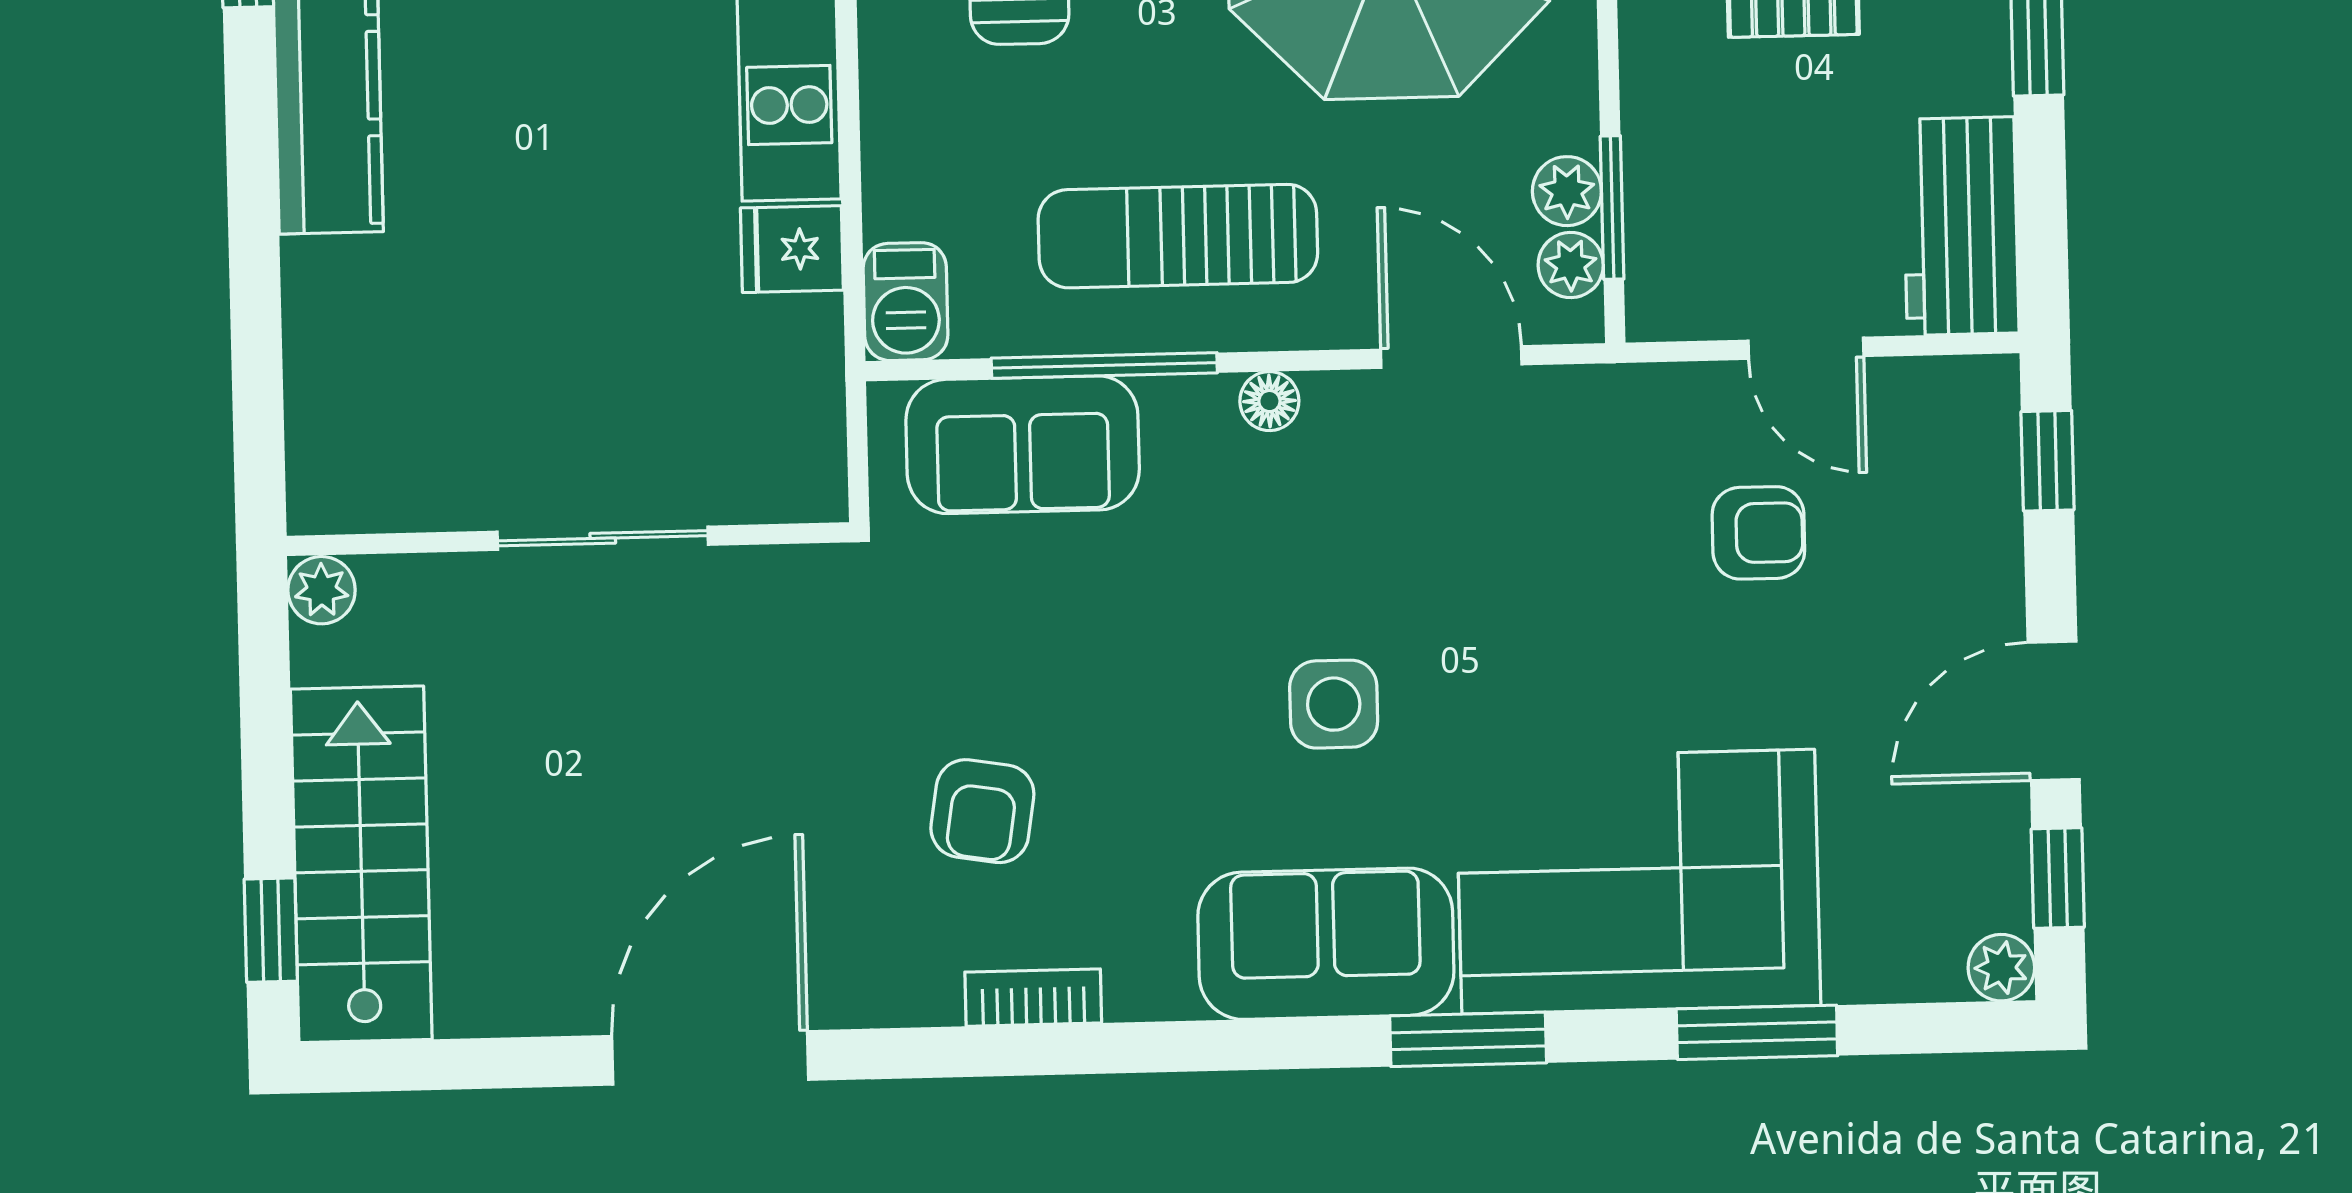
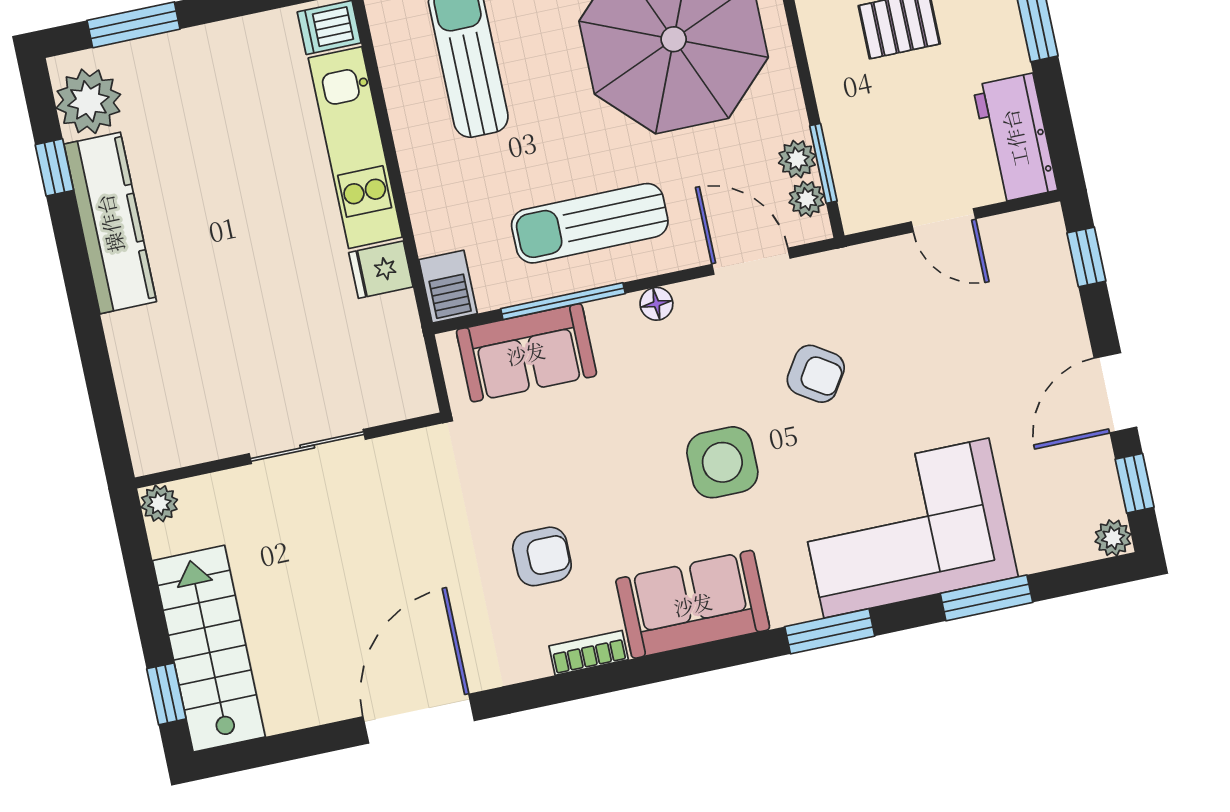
armchair: (1758, 533) -> (816, 374), moved, turned 33
side table: (1334, 704) -> (722, 462), width x1.37, depth x1.37
armchair: (982, 811) -> (542, 556), turned -99
sofa: (1326, 944) -> (693, 604), moved

